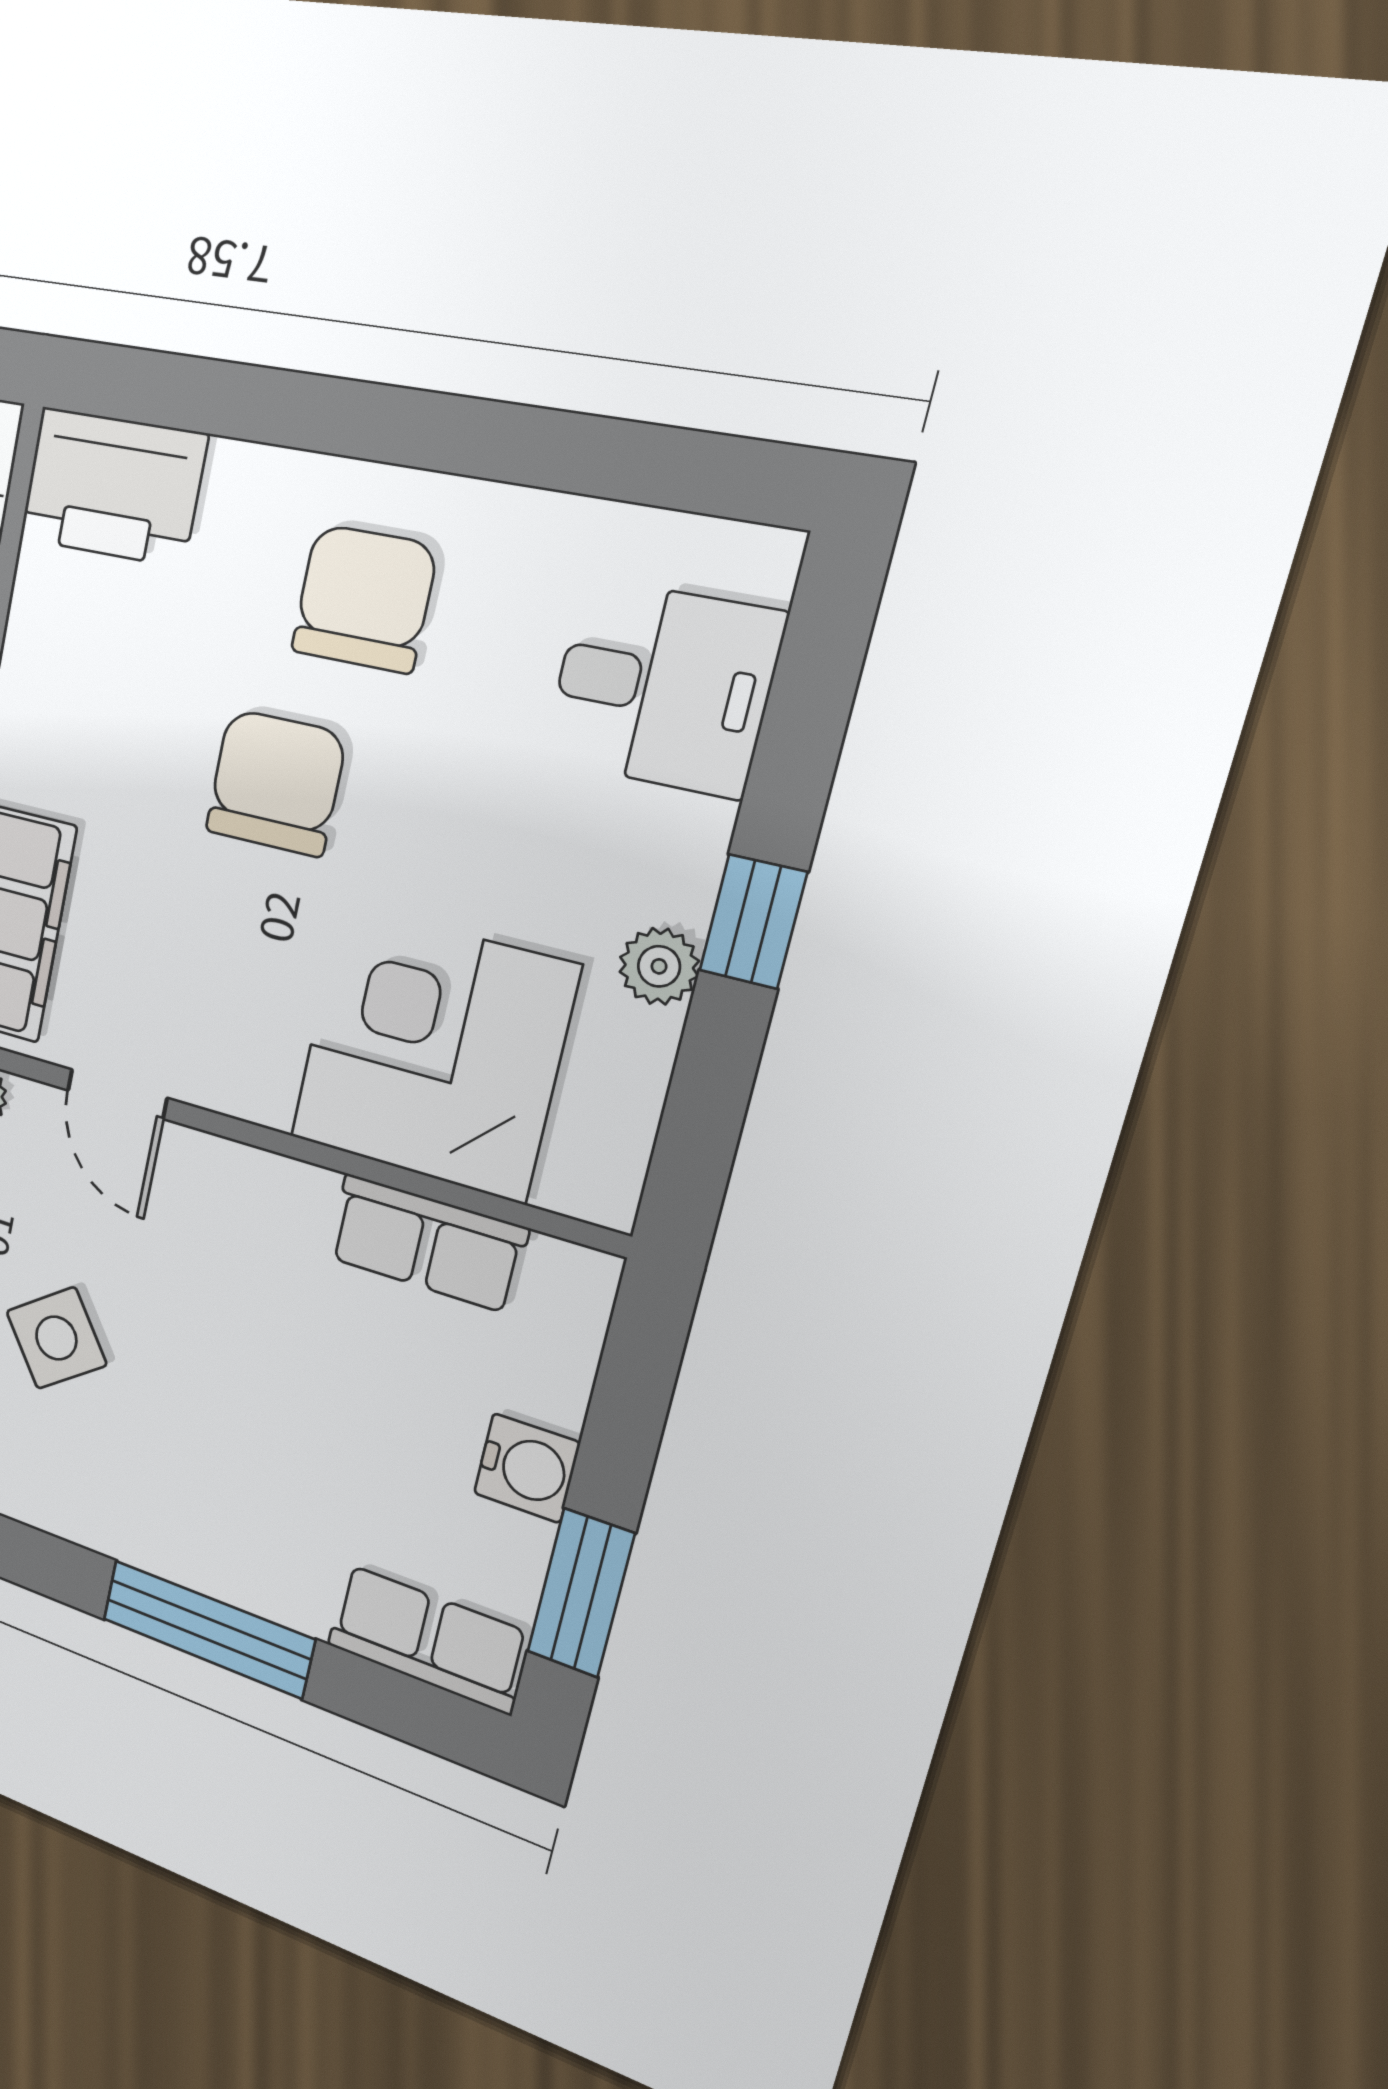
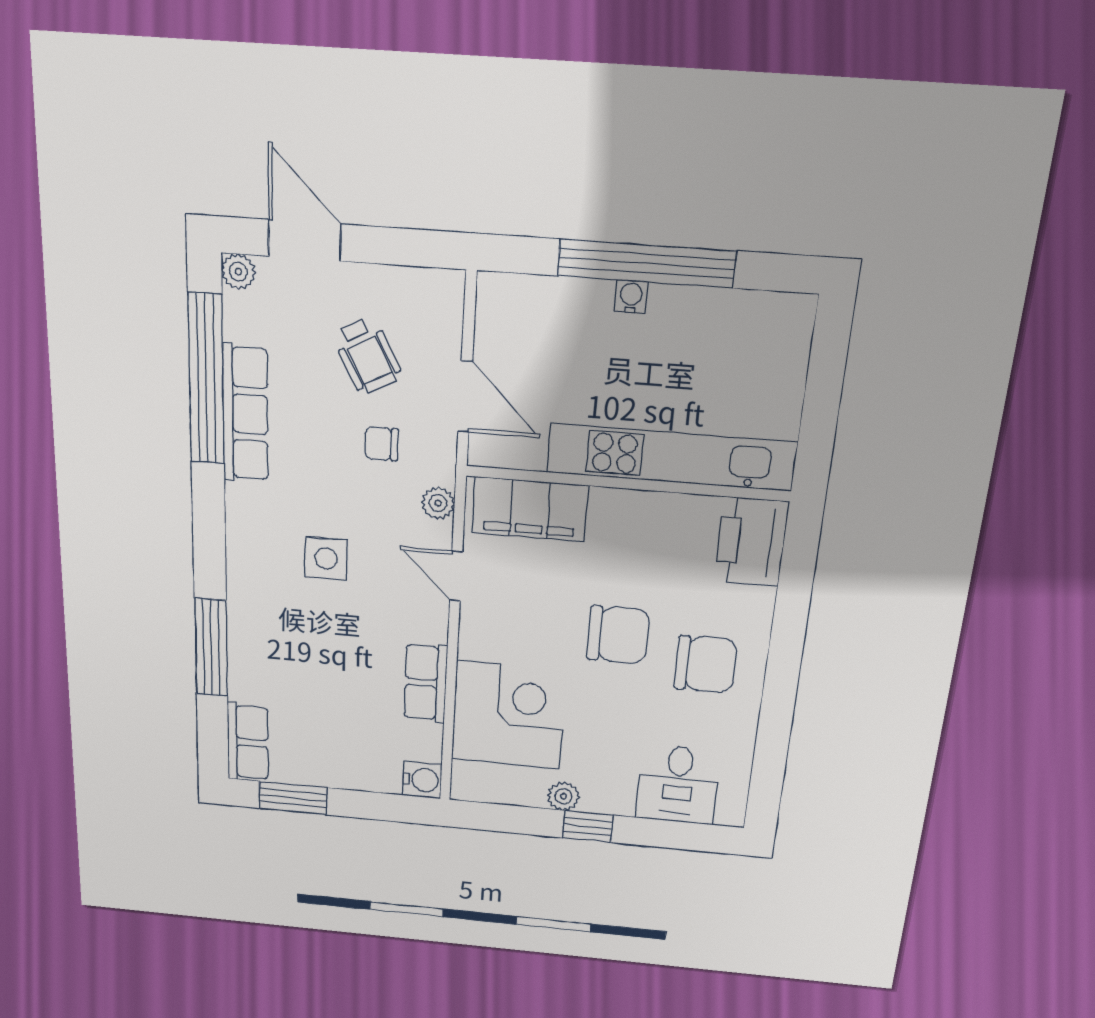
door: (117, 1094) -> (456, 576), hinge flipped
row of seats: (427, 1243) -> (426, 683), moved
side table: (56, 1338) -> (326, 558), turned 36
water cooler: (527, 1468) -> (422, 780), moved, turned -90

